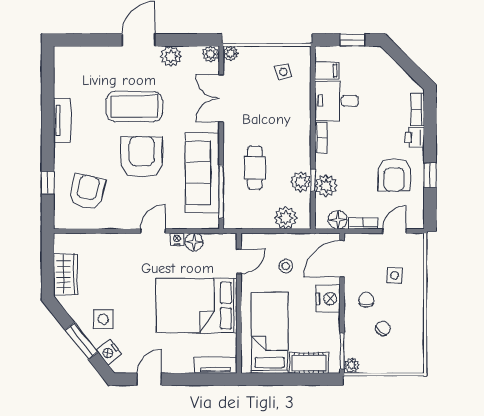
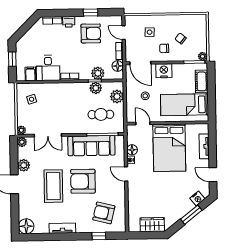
floor lamp: (67, 59) -> (26, 226), added
cafe table: (255, 168) -> (101, 114), moved
side table: (103, 319) -> (178, 202), removed
tv unit: (216, 365) -> (204, 146), moved

